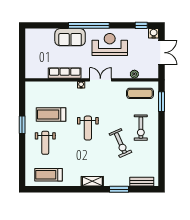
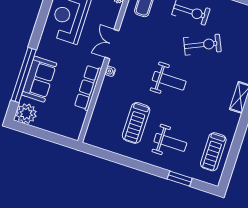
window: (89, 25) -> (24, 75), moved
plant: (33, 36) -> (26, 114), added
sofa: (70, 37) -> (39, 79), moved
window: (22, 125) -> (180, 179), moved

